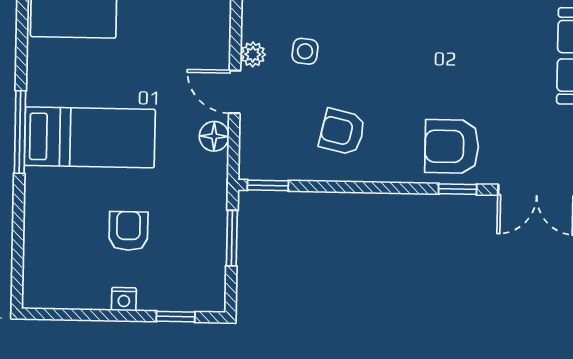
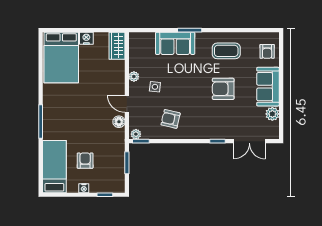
plant: (253, 54) -> (134, 77), moved
bed: (90, 137) -> (54, 167), moved, turned -90
armchair: (452, 146) -> (223, 89), moved
plant: (256, 168) -> (136, 134), added

